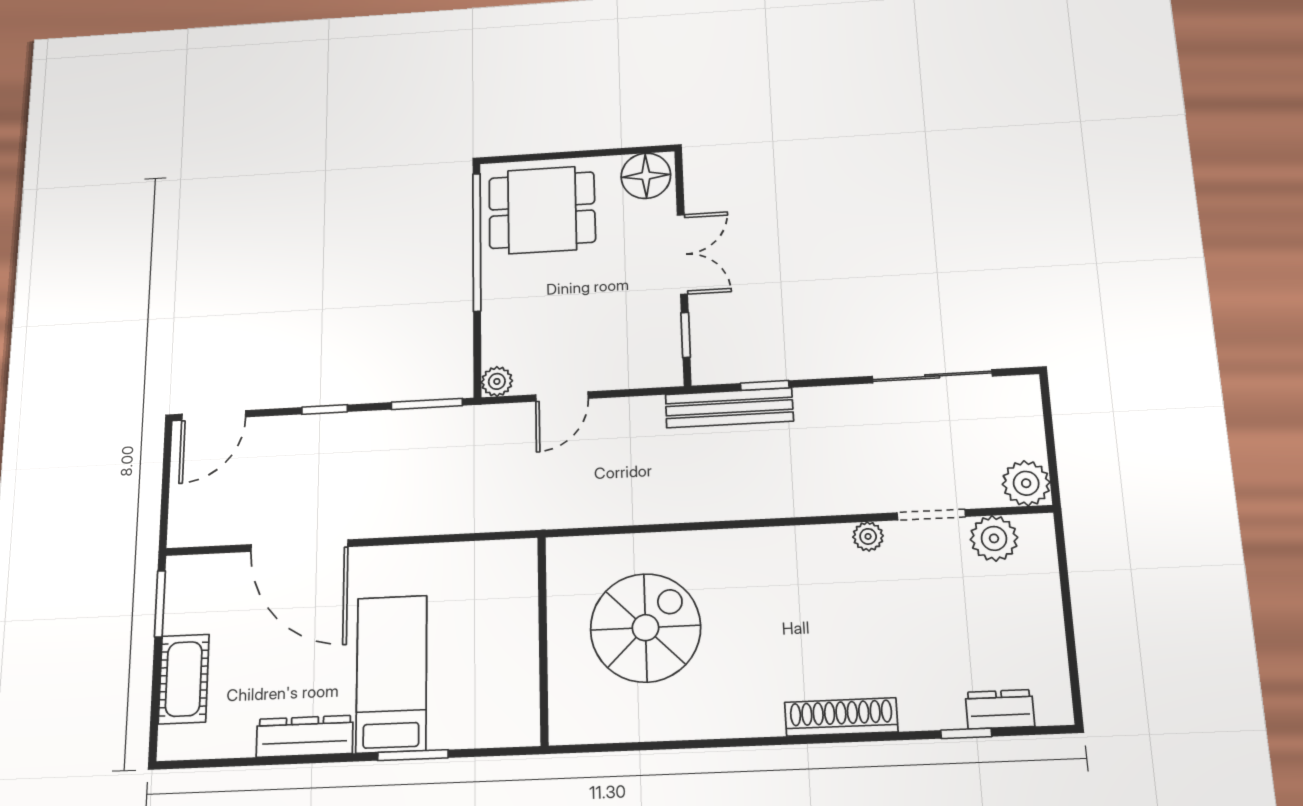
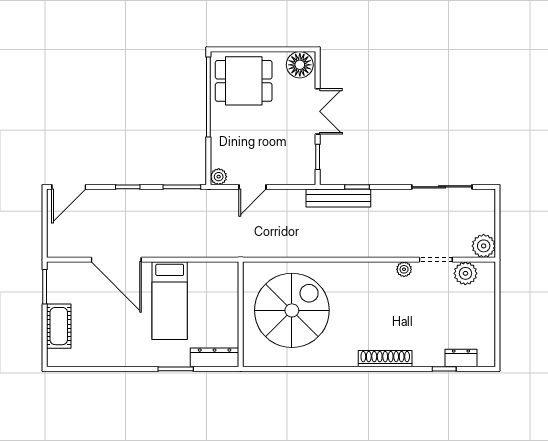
spiral stairs: (645, 628) -> (292, 310), width x1.37, depth x1.37
bed: (392, 674) -> (170, 301), moved, turned 180
dresser: (305, 736) -> (215, 357), moved

